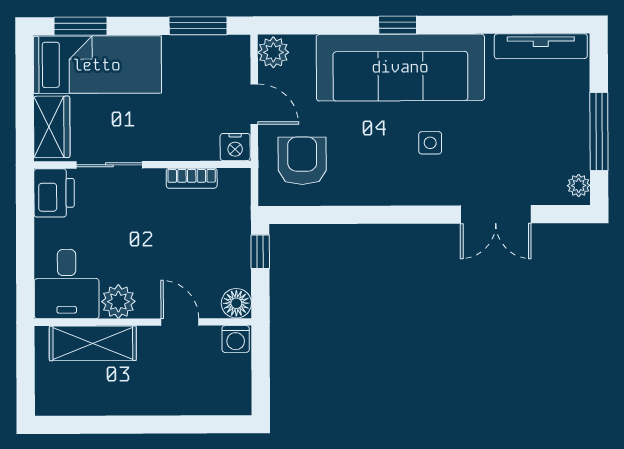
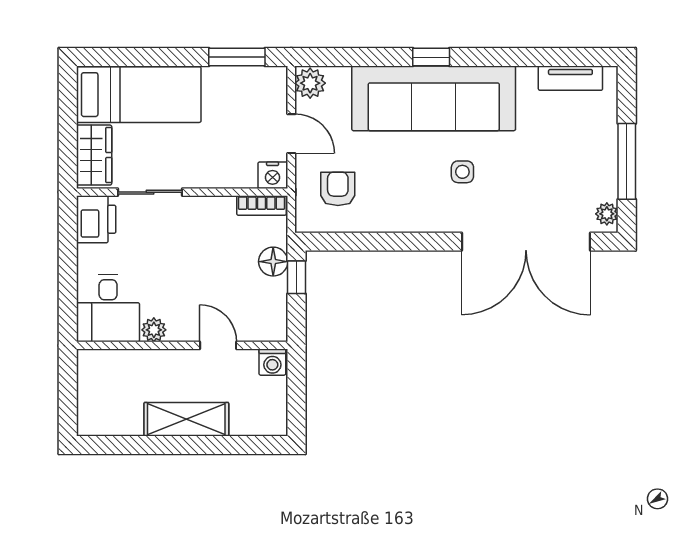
window: (81, 26) -> (122, 57), removed
tv unit: (541, 46) -> (570, 78), width x0.71
armchair: (302, 161) -> (338, 189), width x0.72, depth x0.72
bookcase: (192, 178) -> (262, 206), moved
double door: (496, 214) -> (526, 242), width x1.87
plant: (118, 302) -> (154, 330), width x0.73, depth x0.73
floor lamp: (236, 303) -> (273, 262), moved
shelving: (93, 343) -> (186, 419), moved

